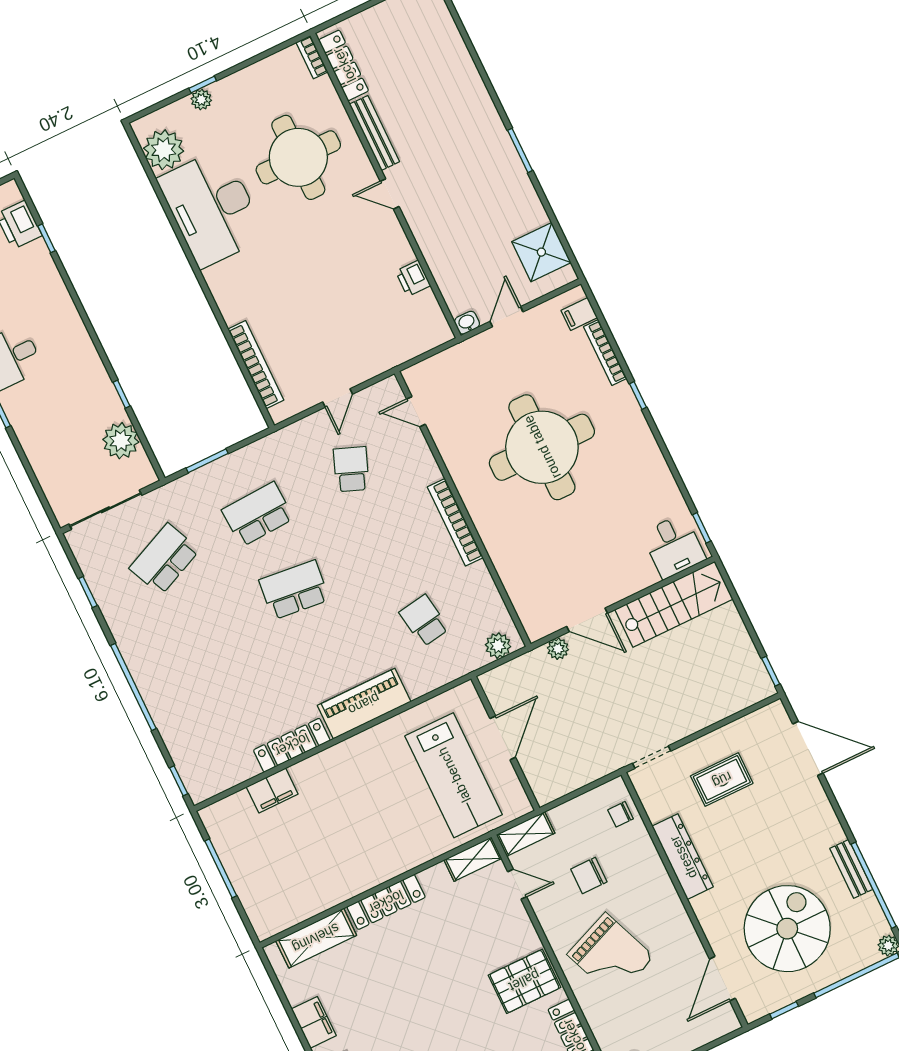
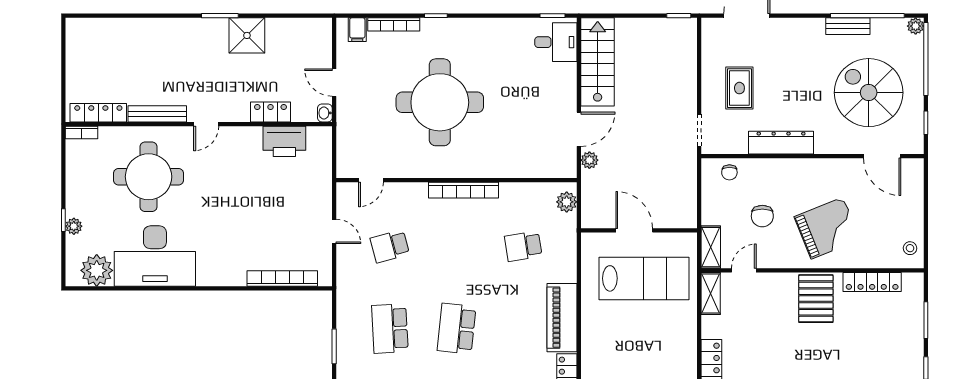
shower: (541, 252) -> (247, 35), moved
locker: (438, 260) -> (270, 112), added
printer: (413, 278) -> (284, 141), width x1.87, depth x1.48
school desk: (351, 469) -> (390, 246), turned -36

